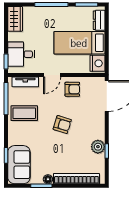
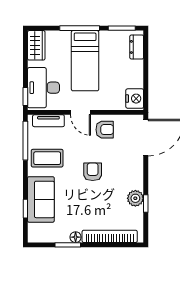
bed: (79, 43) -> (85, 61), moved, turned -90
desk: (21, 54) -> (44, 88), width x1.37
door: (52, 75) -> (80, 112), hinge flipped
armchair: (62, 125) -> (93, 172), turned -107
sofa: (19, 165) -> (41, 199), moved

